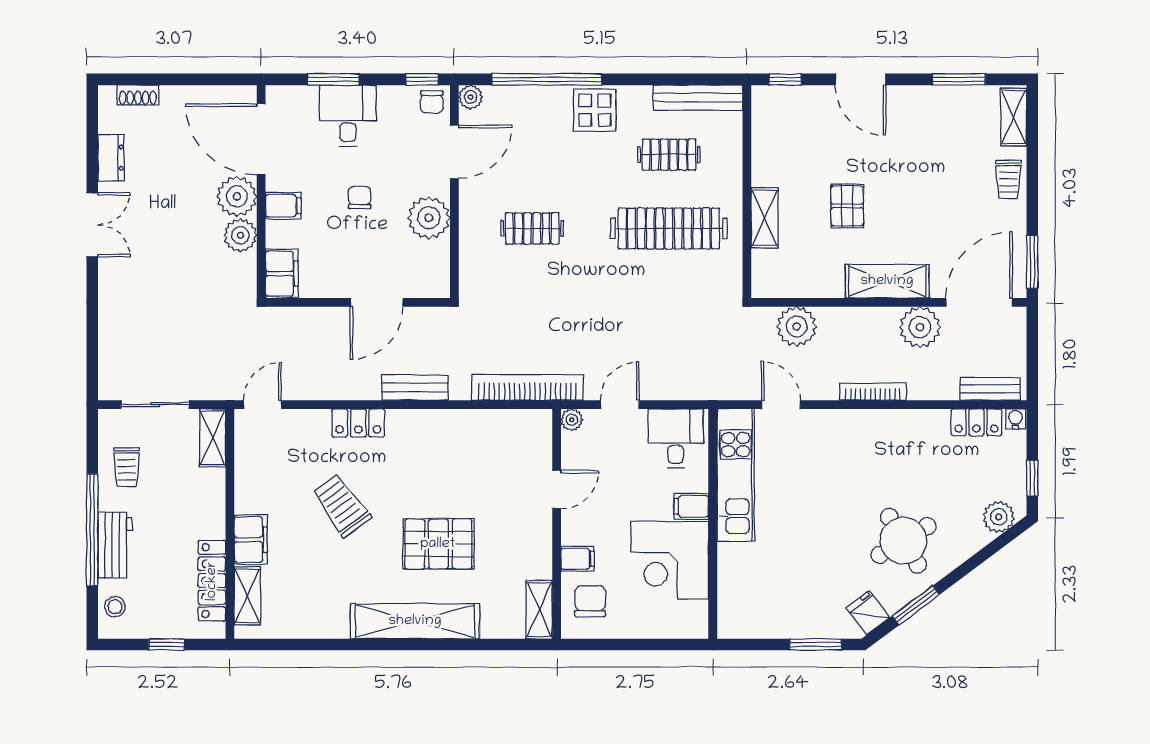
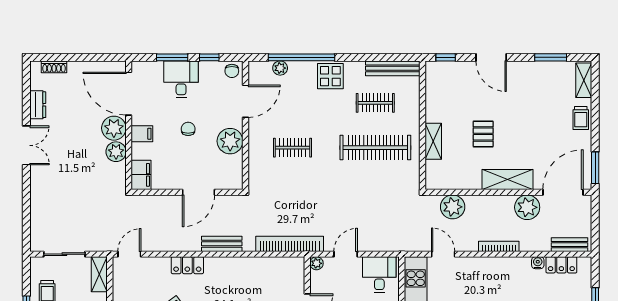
window: (422, 79) -> (209, 57), moved
plant: (471, 97) -> (280, 68), moved
water cooler: (1016, 419) -> (538, 263), moved

